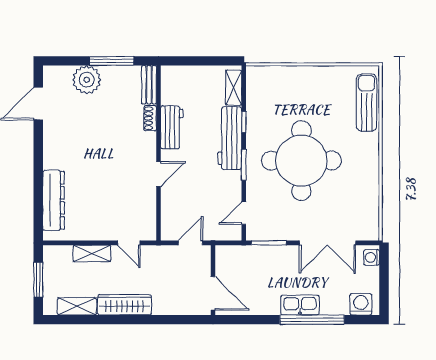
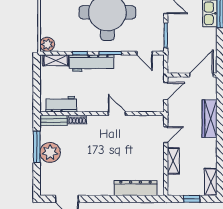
plant: (256, 76) -> (47, 44), added
plant: (87, 80) -> (50, 152), moved
workbench: (172, 127) -> (61, 104), moved
door: (190, 243) -> (166, 91), swing flipped
window: (38, 280) -> (192, 199), width x0.67
wardrobe: (125, 305) -> (210, 119), moved
shelving: (77, 306) -> (211, 182), moved

